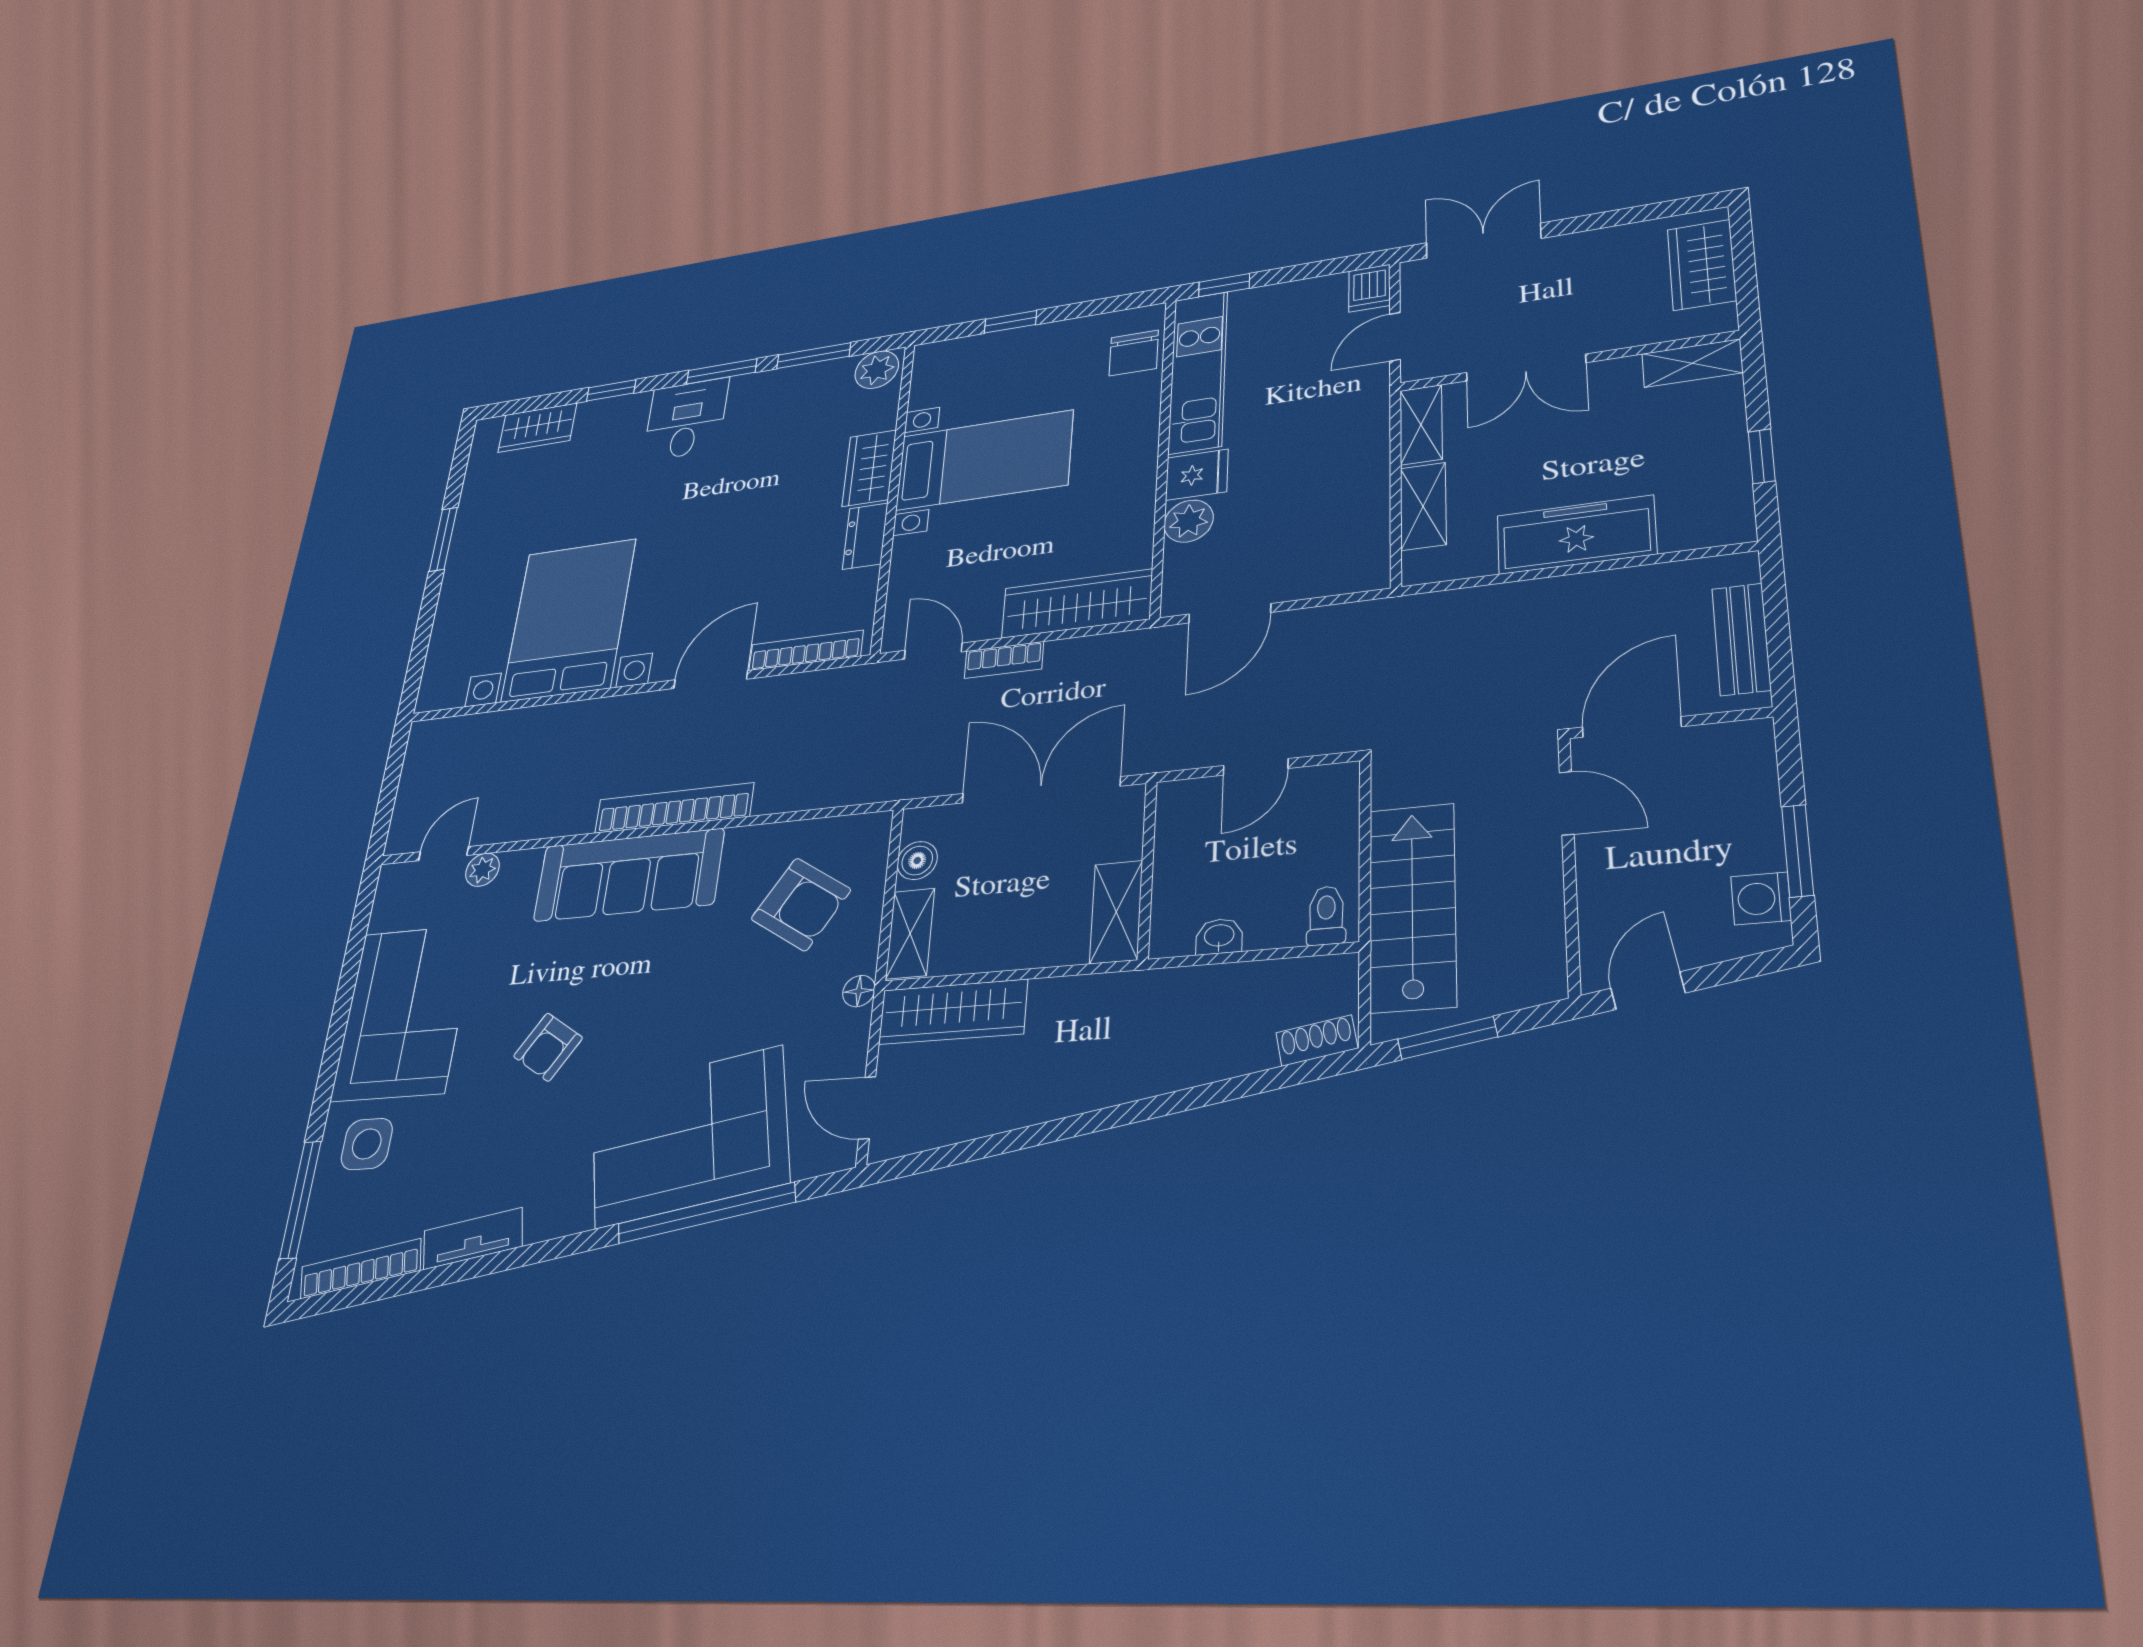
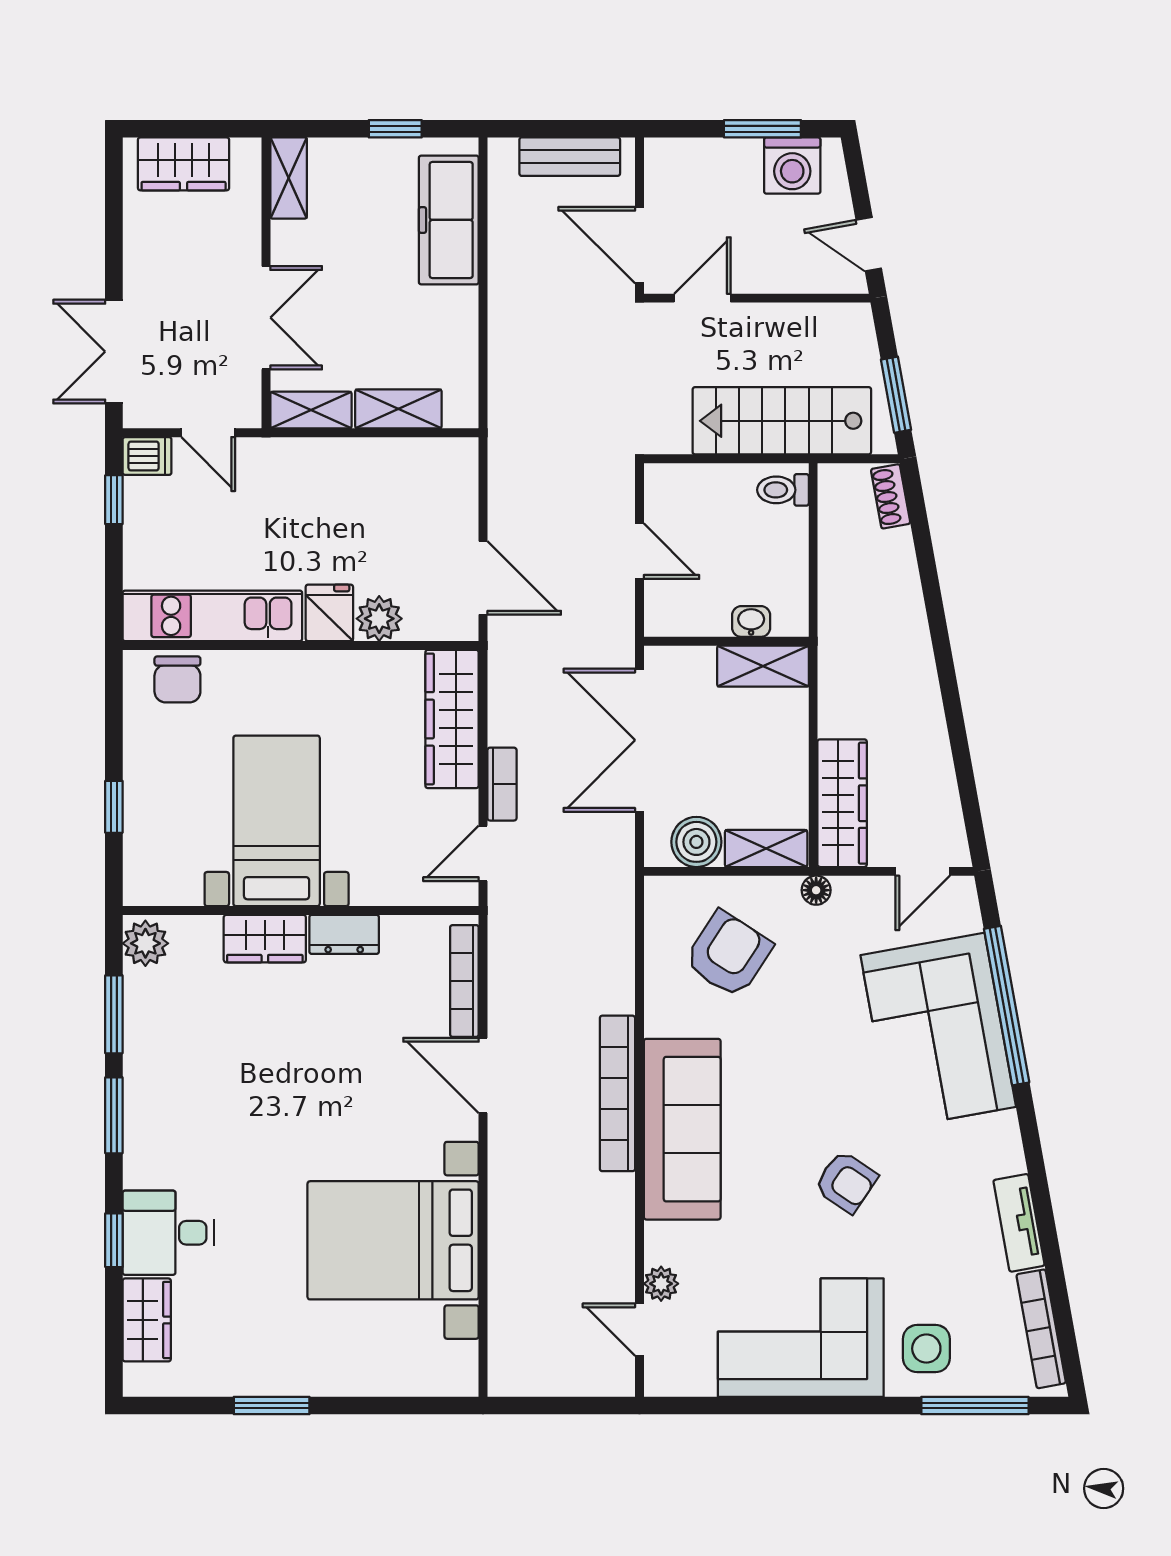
window: (1224, 285) -> (114, 500), moved
chair: (1134, 353) -> (177, 679), turned 90
desk: (686, 419) -> (168, 1233), moved
freezer: (1576, 535) -> (449, 220), moved
boiler: (917, 860) -> (696, 842), width x1.36, depth x1.36
washing machine: (1761, 898) -> (792, 166), width x1.38, depth x1.38
washbasin: (1219, 936) -> (751, 621), moved, turned 90

